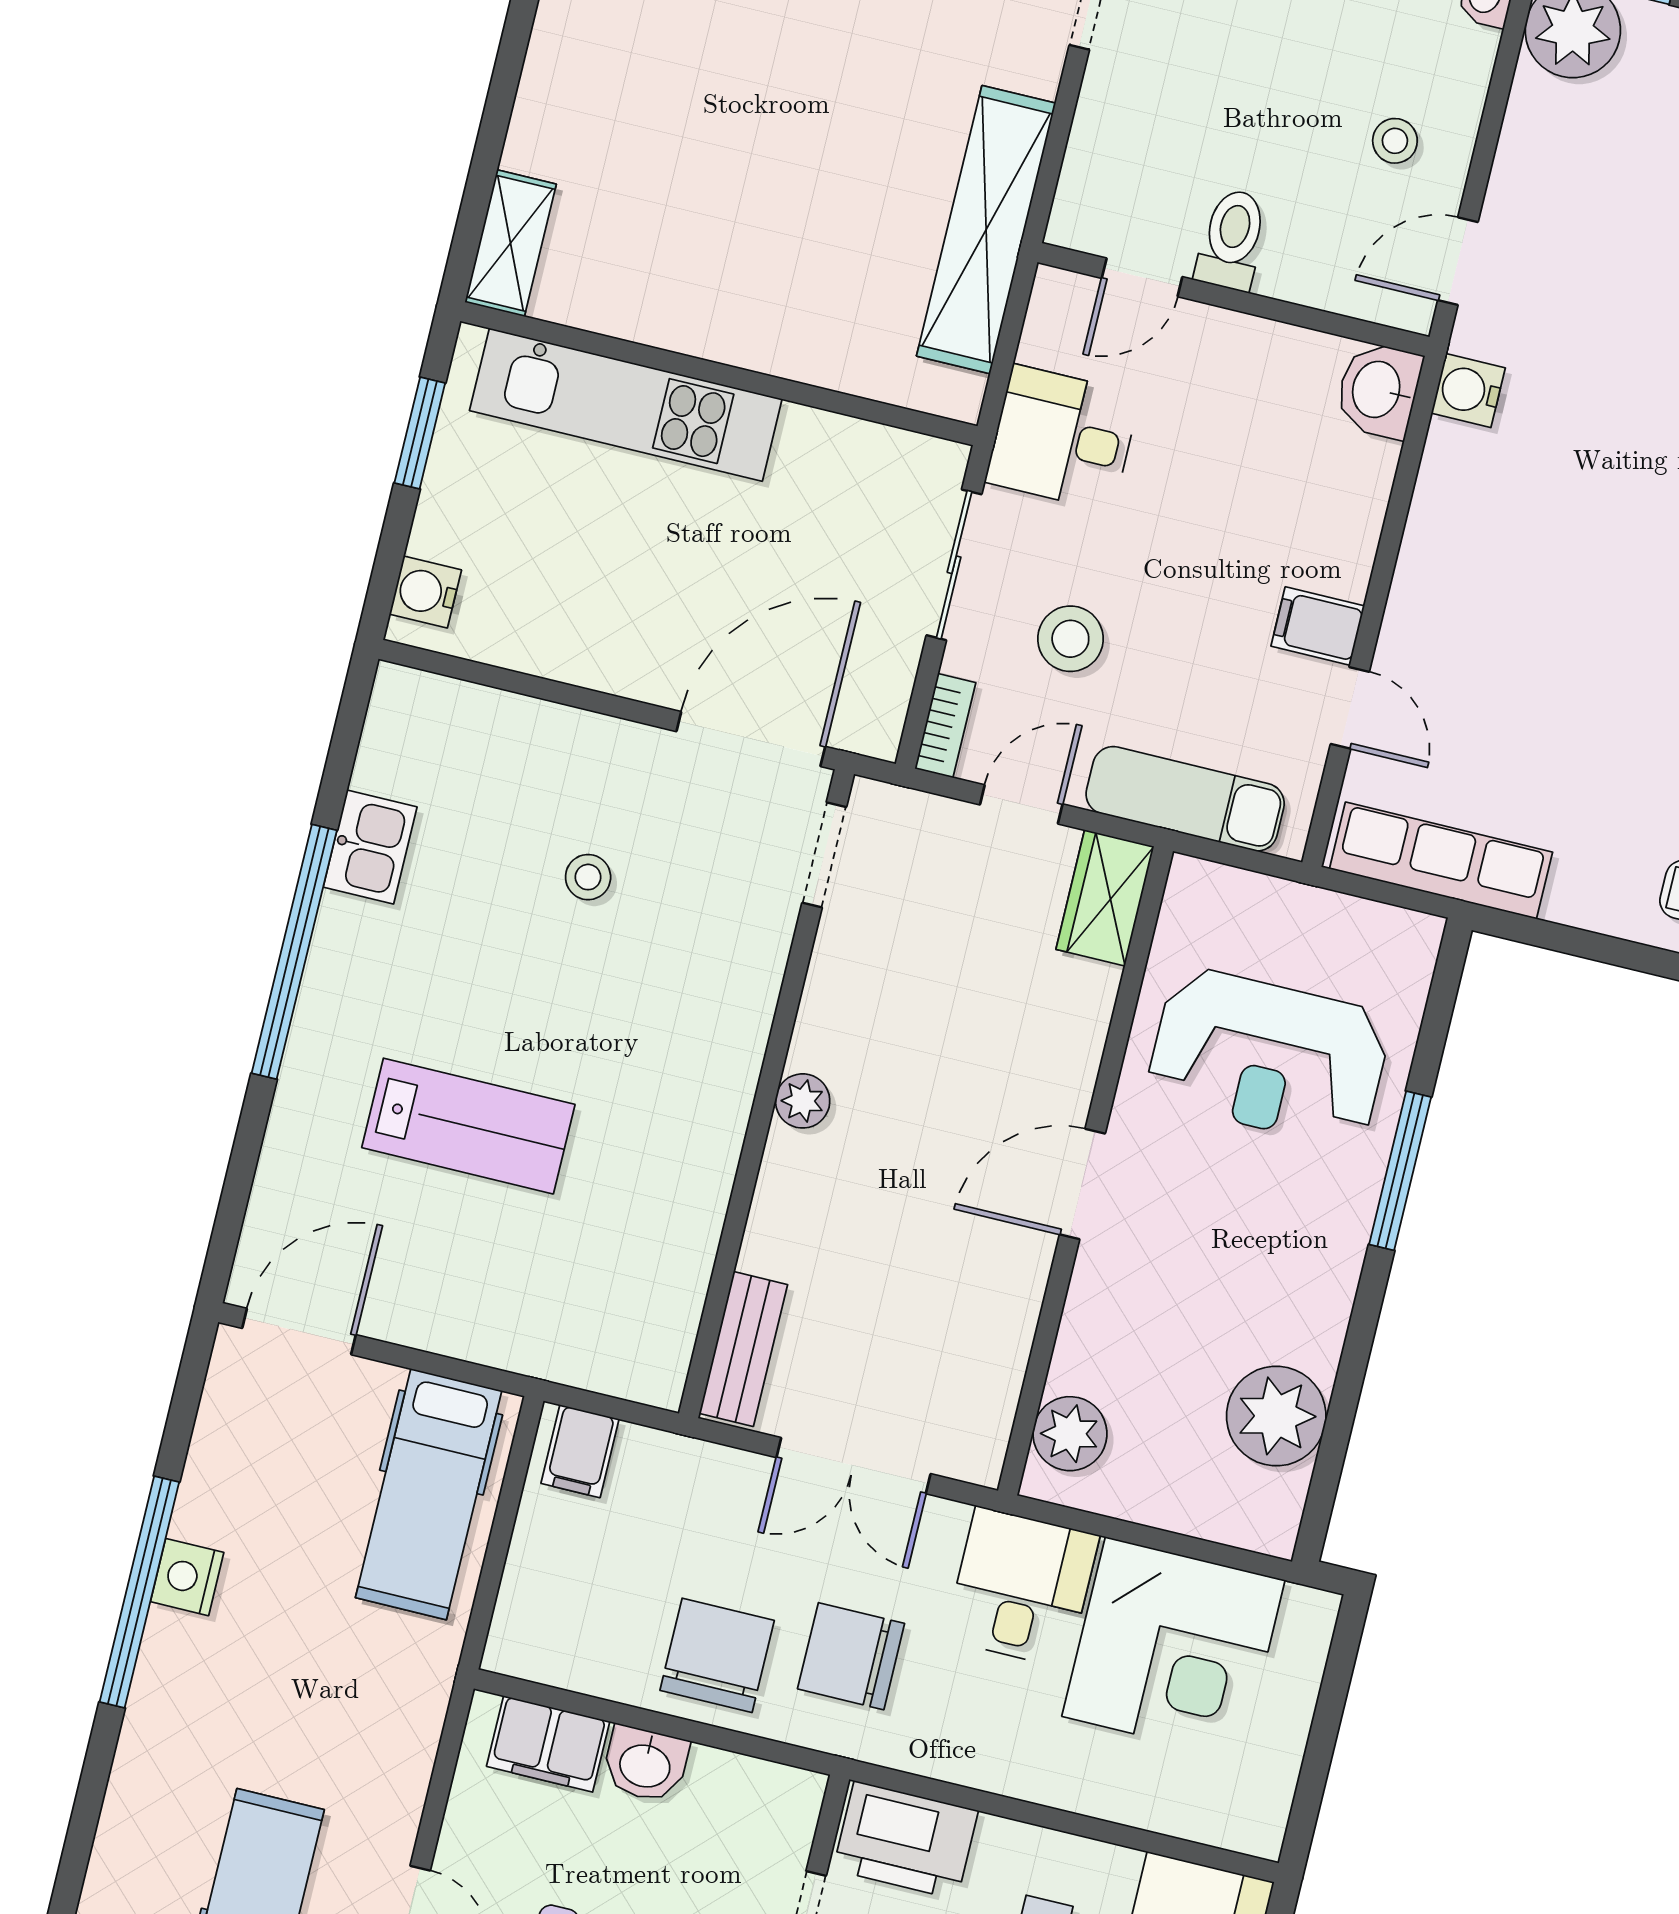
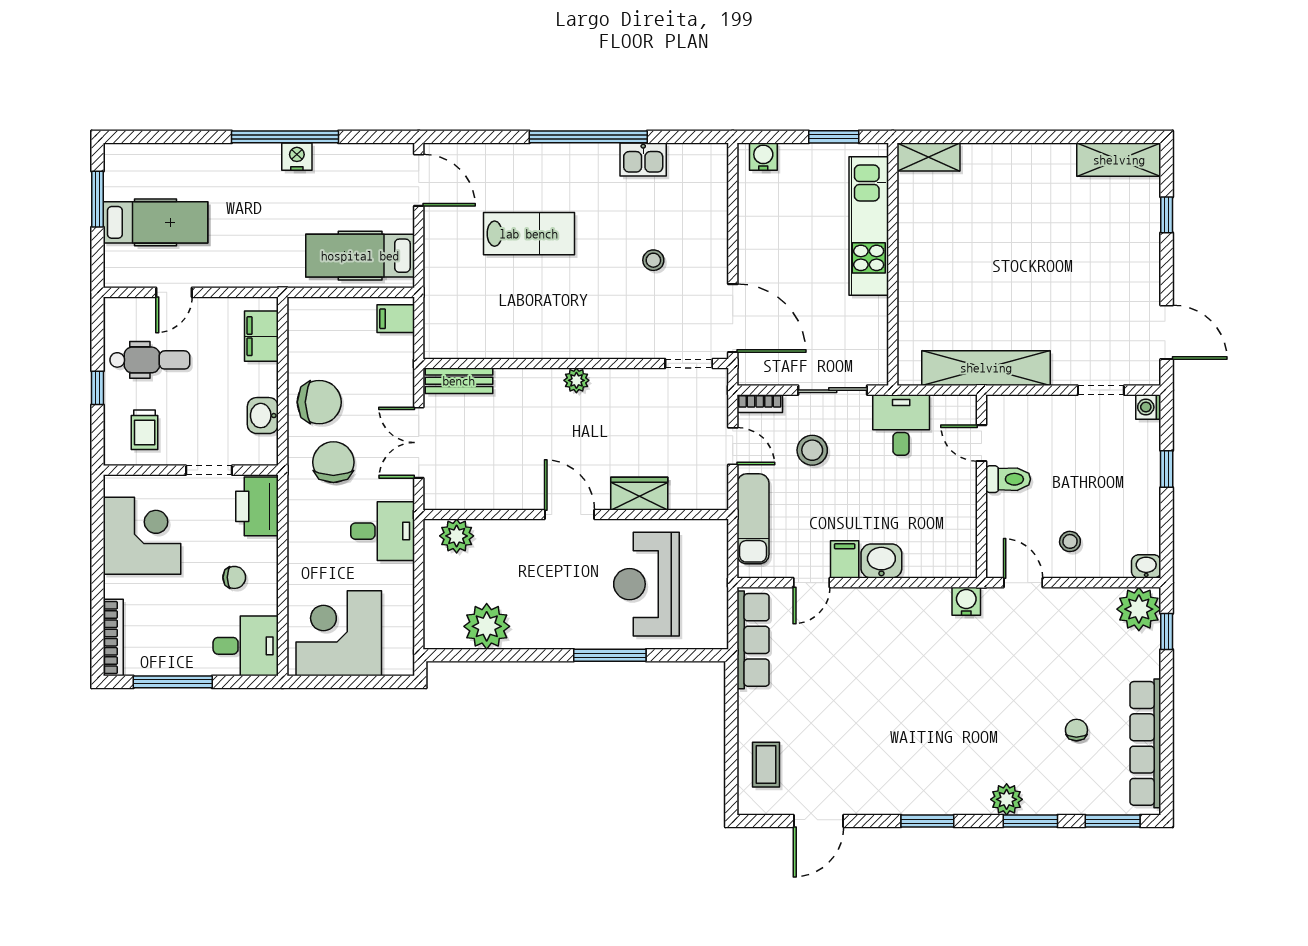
washbasin: (1378, 390) -> (881, 561), moved
wardrobe: (1105, 898) -> (639, 494), moved
lab bench: (468, 1126) -> (529, 234), turned -90
corner desk: (1173, 1648) -> (339, 633), moved, turned 90
washbasin: (645, 1764) -> (263, 416), moved

